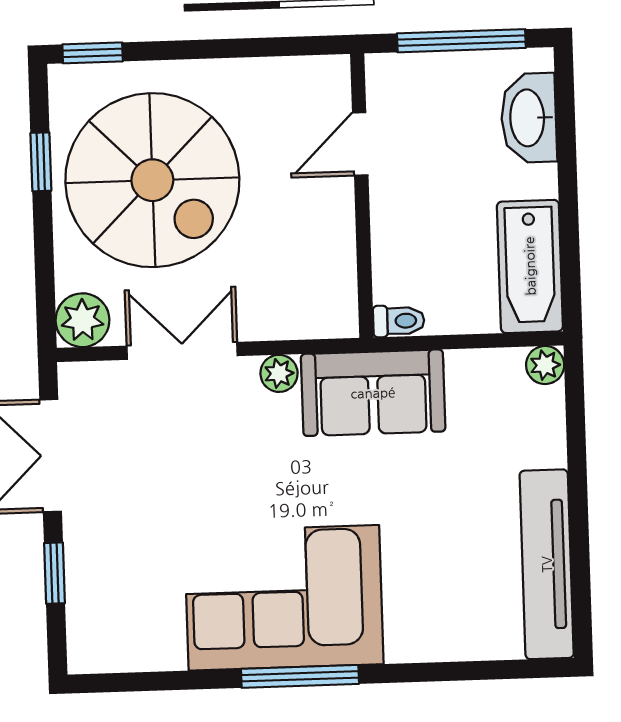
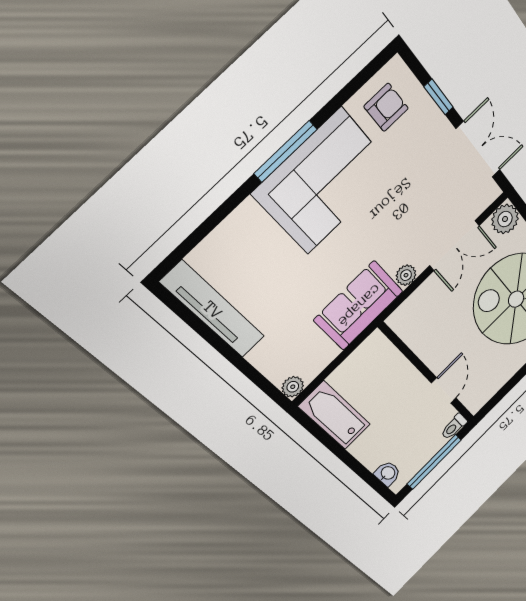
washbasin: (529, 118) -> (388, 473), width x0.52, depth x0.69
toilet: (399, 321) -> (454, 427), moved
armchair: (134, 620) -> (386, 107), added

